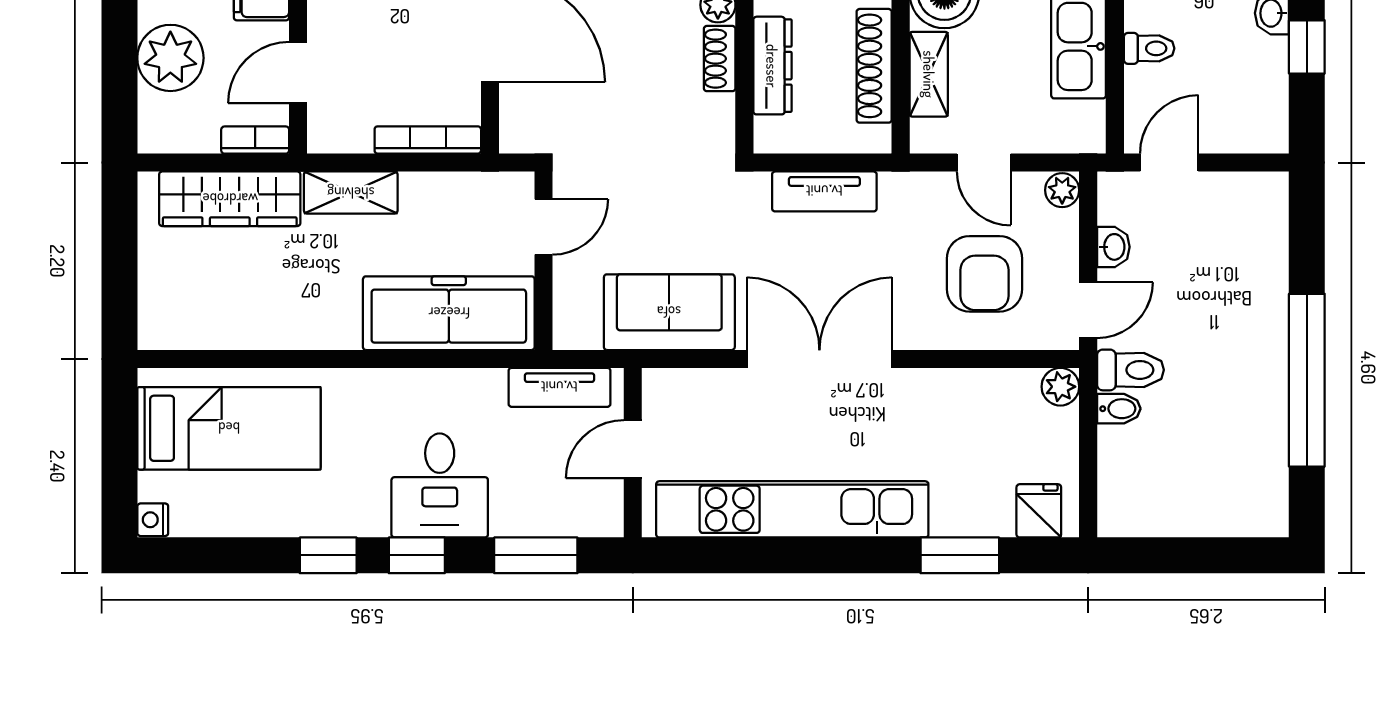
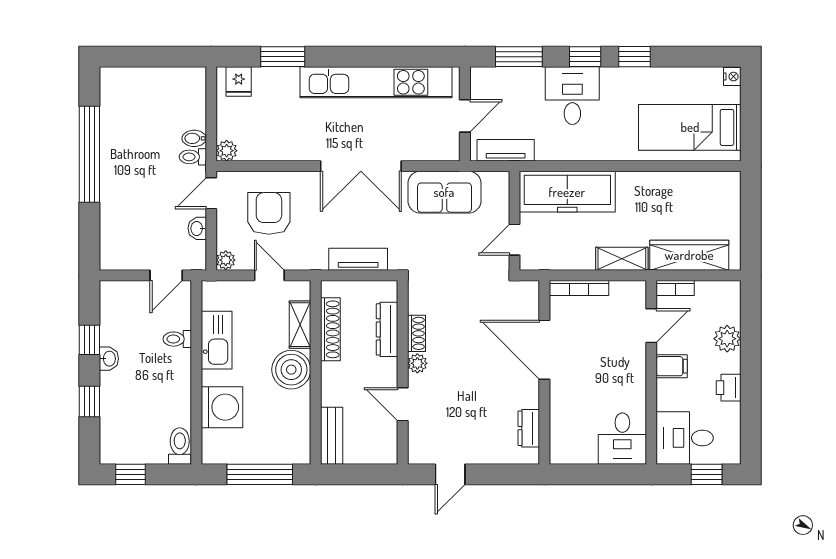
plant: (170, 58) -> (727, 339), width x0.73, depth x0.73
toilet: (1131, 370) -> (193, 157), width x0.73, depth x0.72

